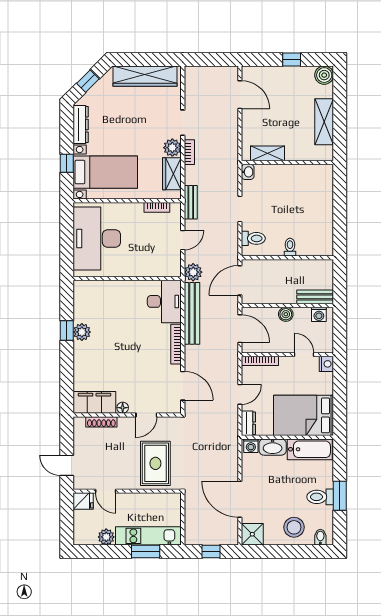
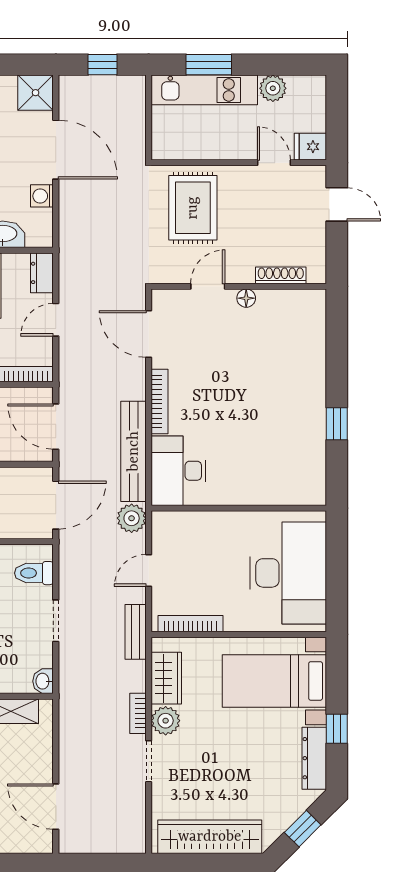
window: (67, 163) -> (337, 729), moved
bookcase: (157, 207) -> (190, 624), width x1.56
plant: (82, 332) -> (312, 421), removed
filing cabinet: (94, 402) -> (292, 307), removed
washing machine: (251, 446) -> (42, 196), moved, turned -90

